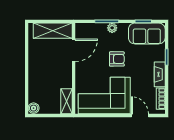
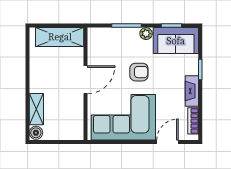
plant: (112, 28) -> (146, 34), moved
door: (74, 50) -> (86, 80), moved
shelving: (66, 101) -> (36, 109), moved
door: (140, 116) -> (167, 142), hinge flipped

